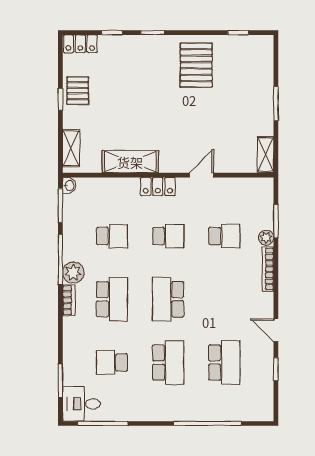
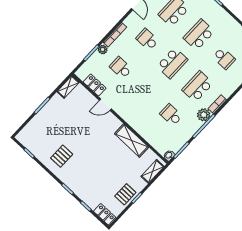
pallet: (196, 65) -> (62, 156), width x0.67, depth x0.71
locker: (158, 186) -> (95, 85), moved
school desk: (168, 236) -> (147, 39), moved

